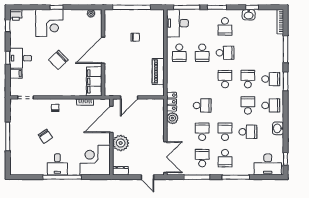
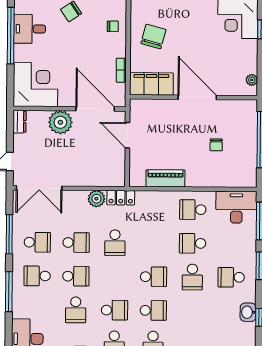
chair: (58, 60) -> (153, 36), moved, turned 59

